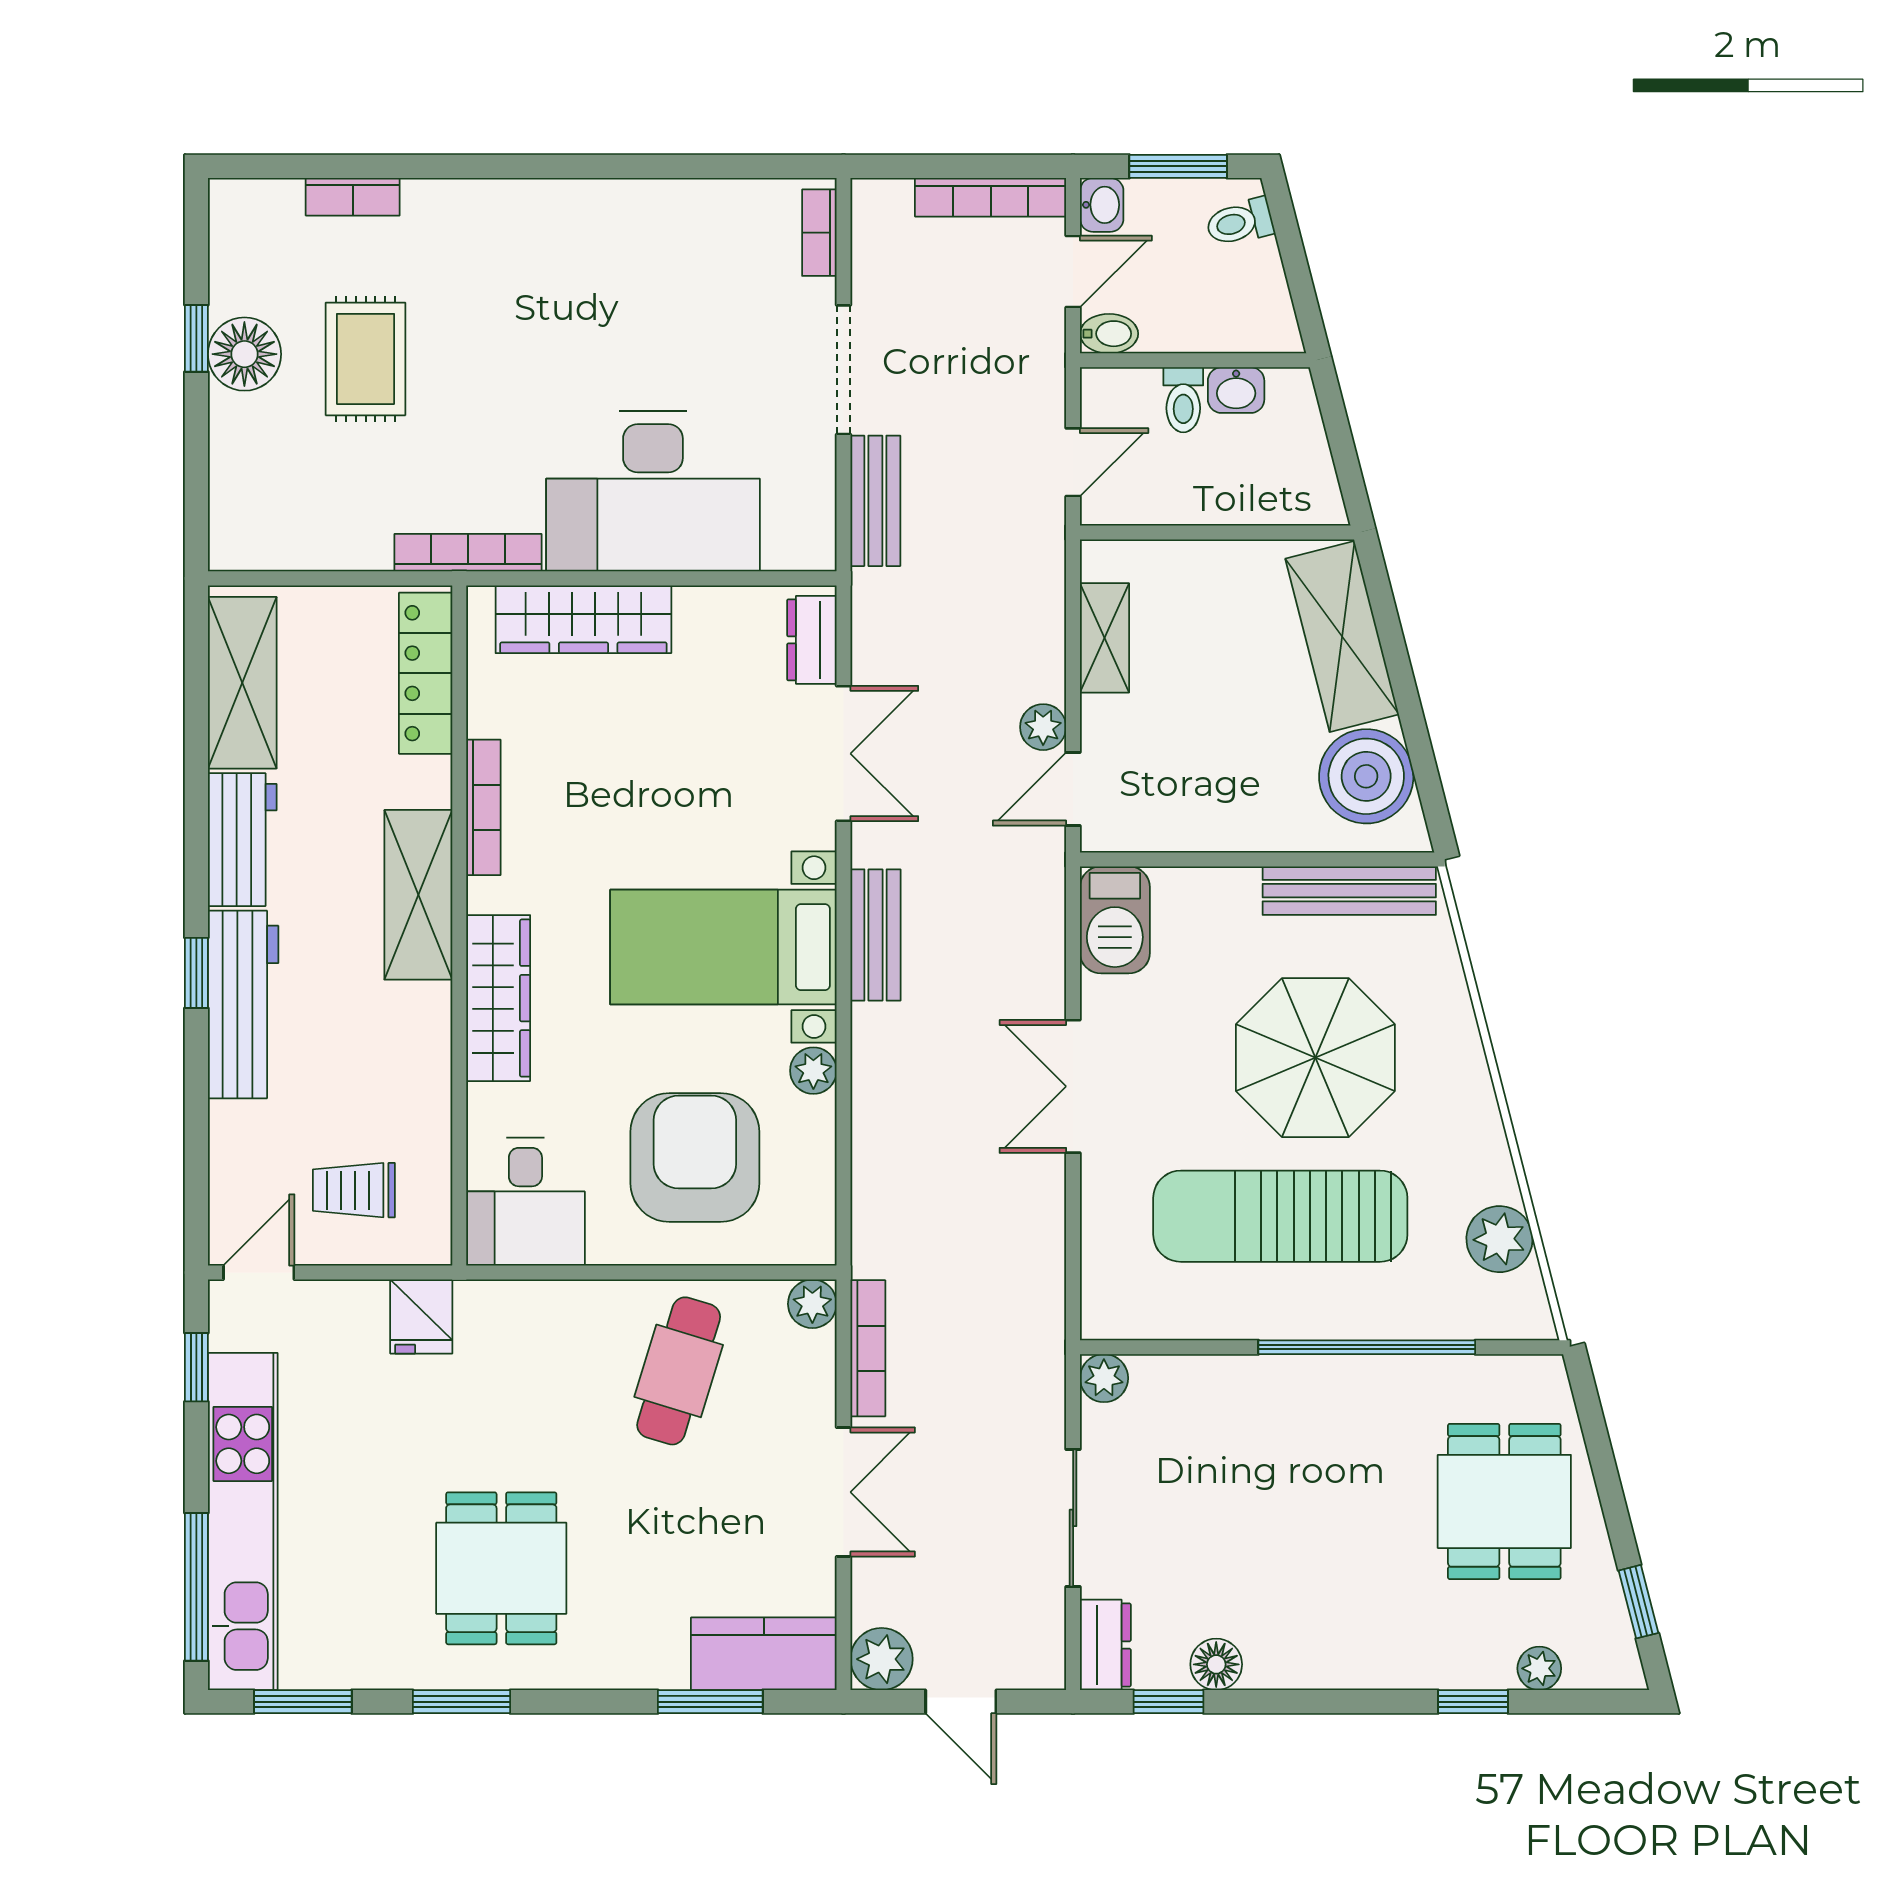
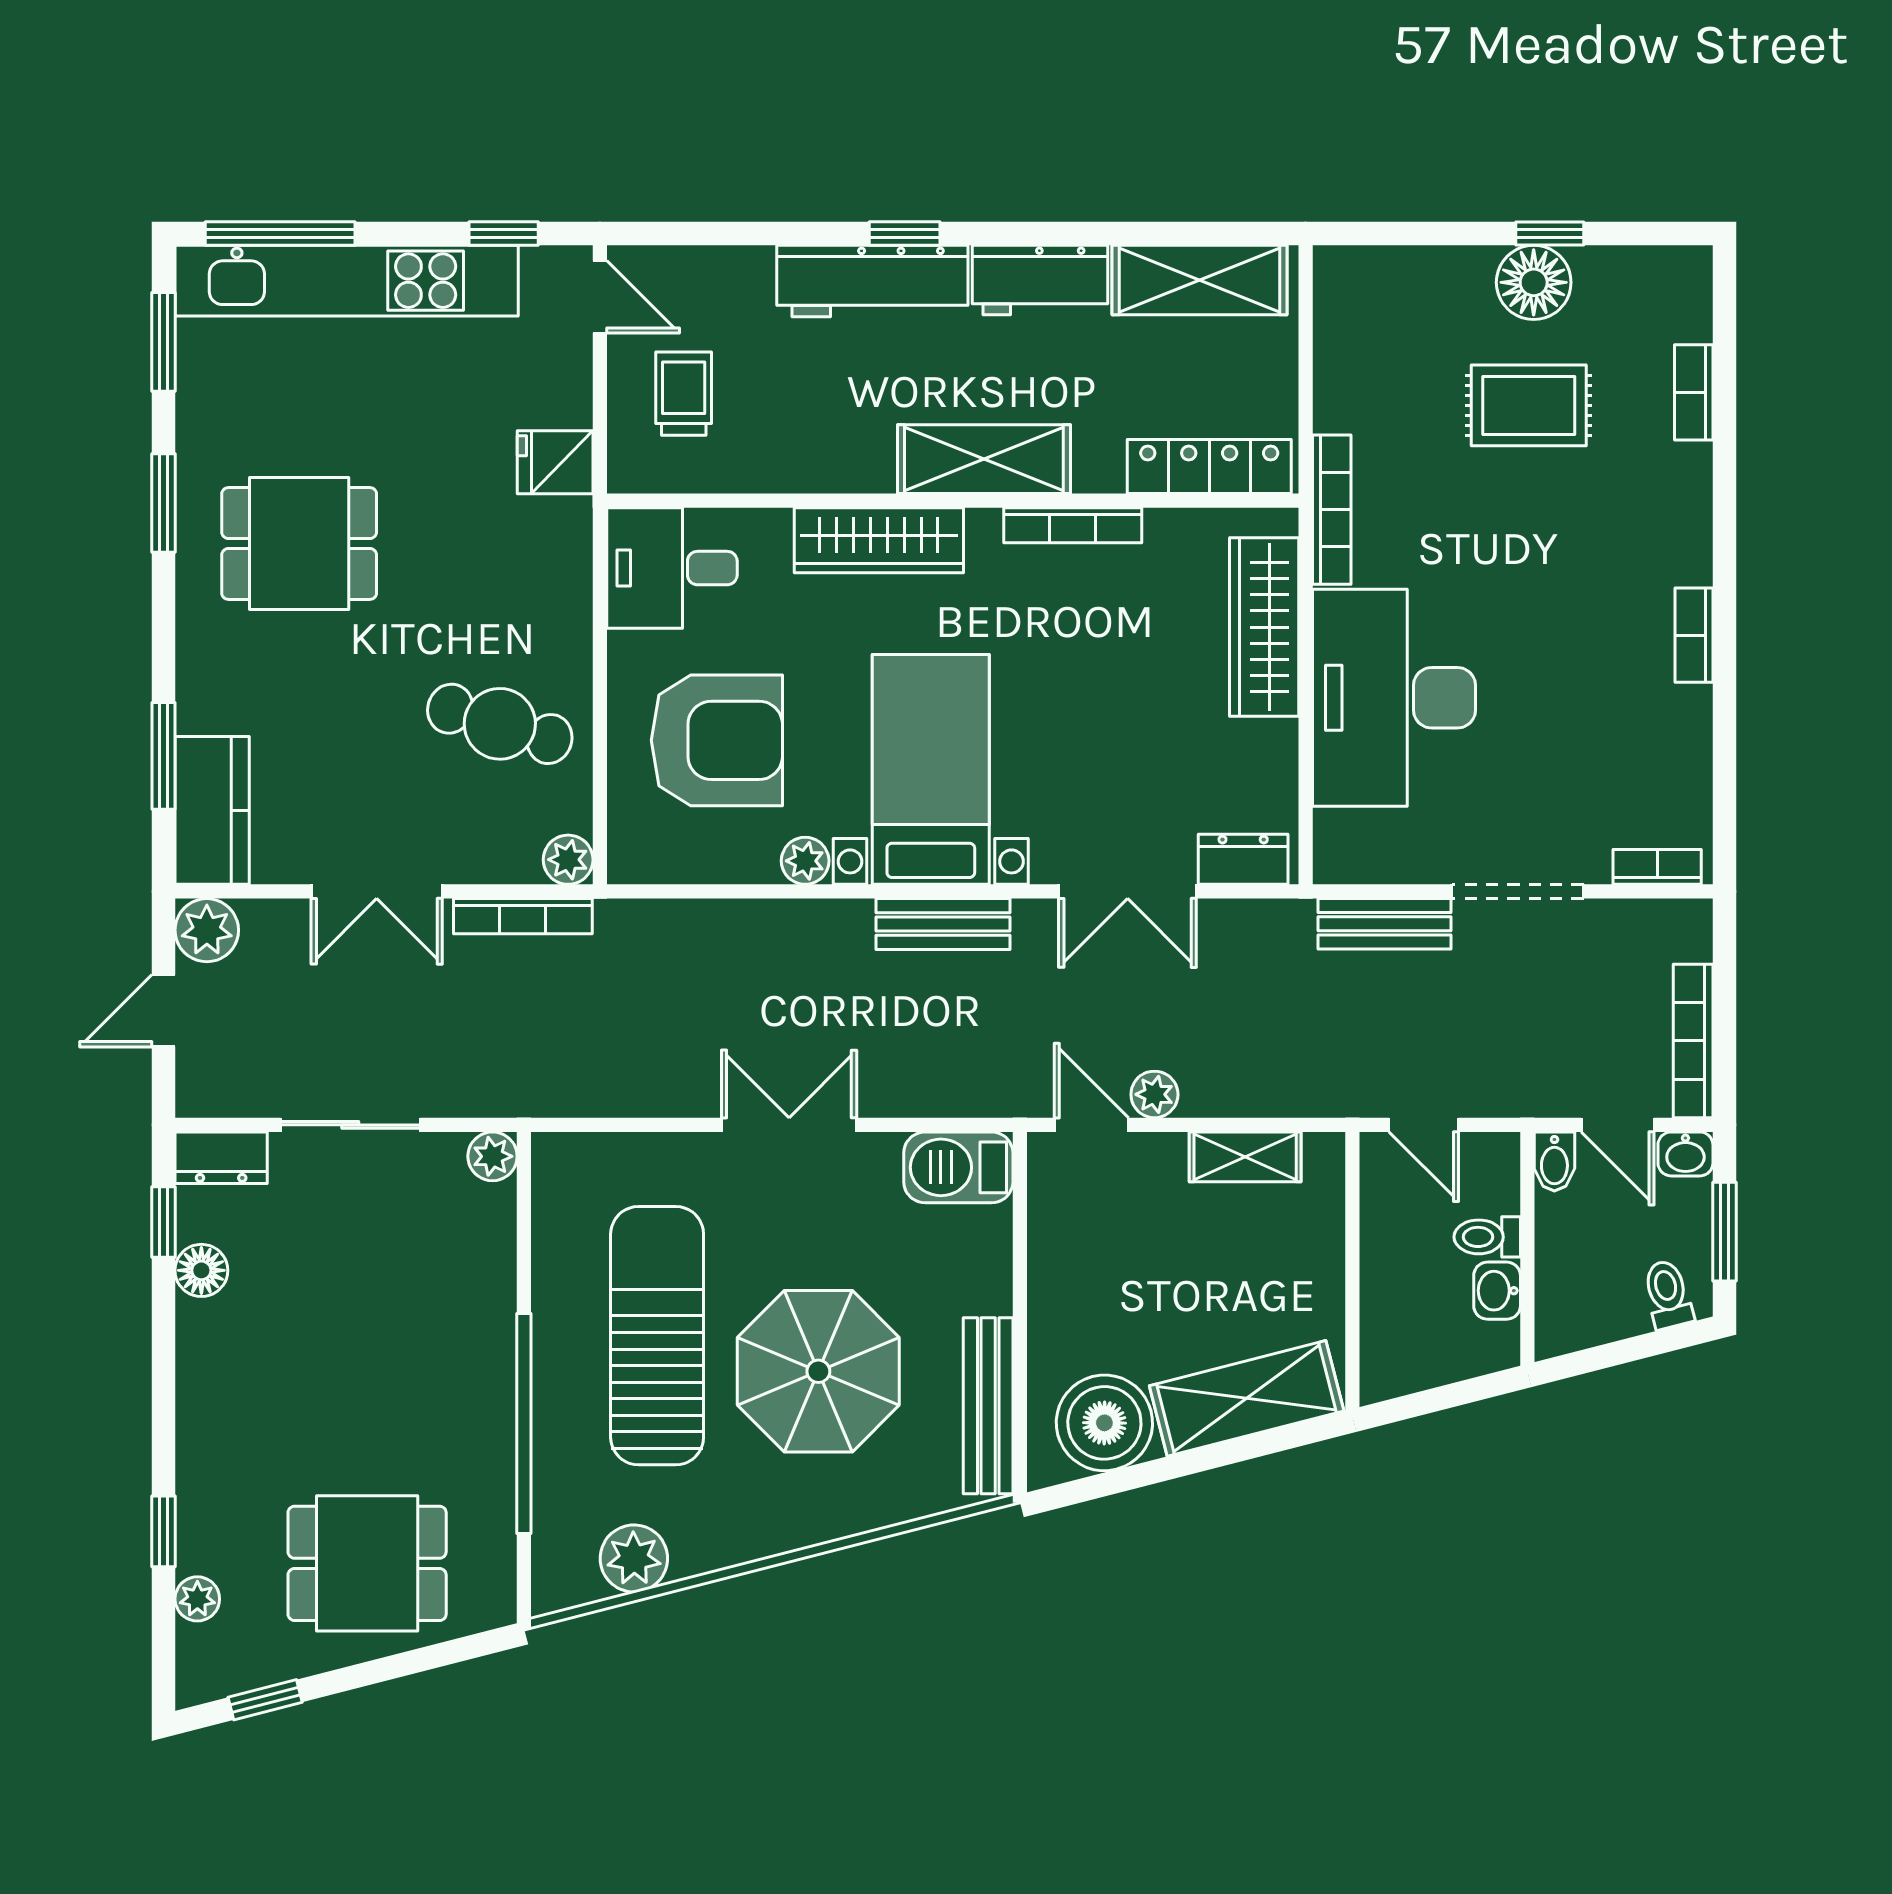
bookcase: (592, 197) -> (1694, 635), added

